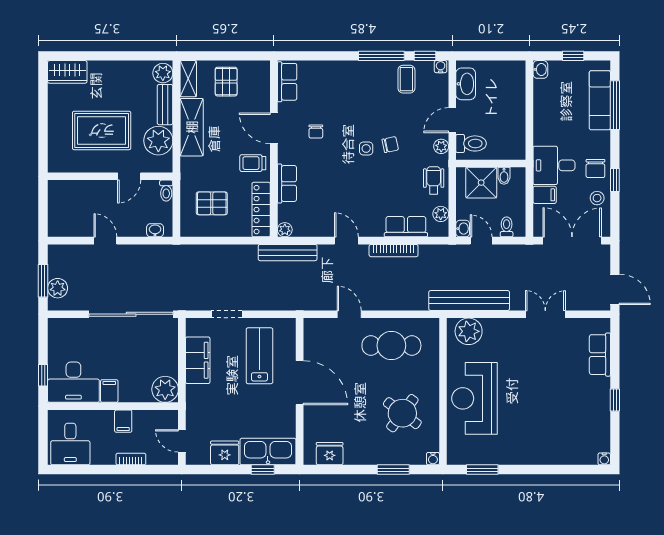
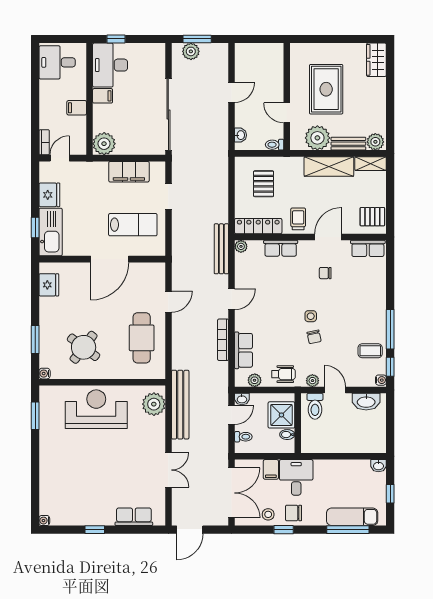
pallet: (226, 82) -> (372, 217), moved
bookcase: (131, 459) -> (44, 142), moved

